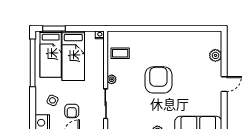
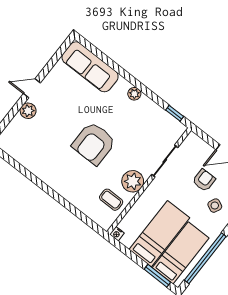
plant: (215, 55) -> (28, 111), moved
plant: (112, 79) -> (133, 181), width x1.88, depth x1.88

